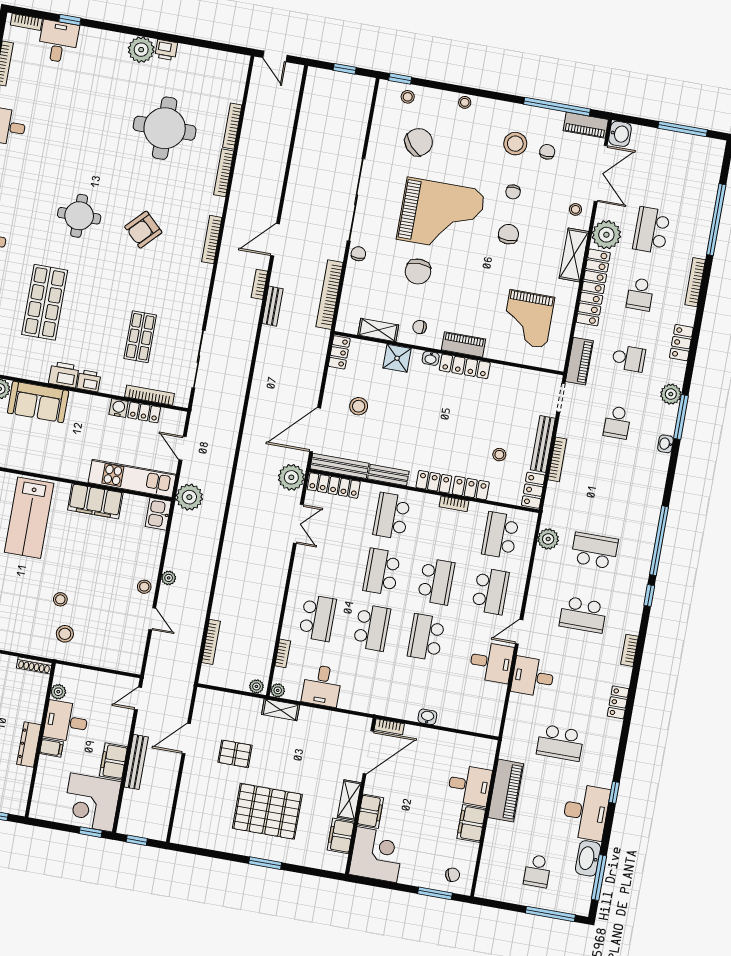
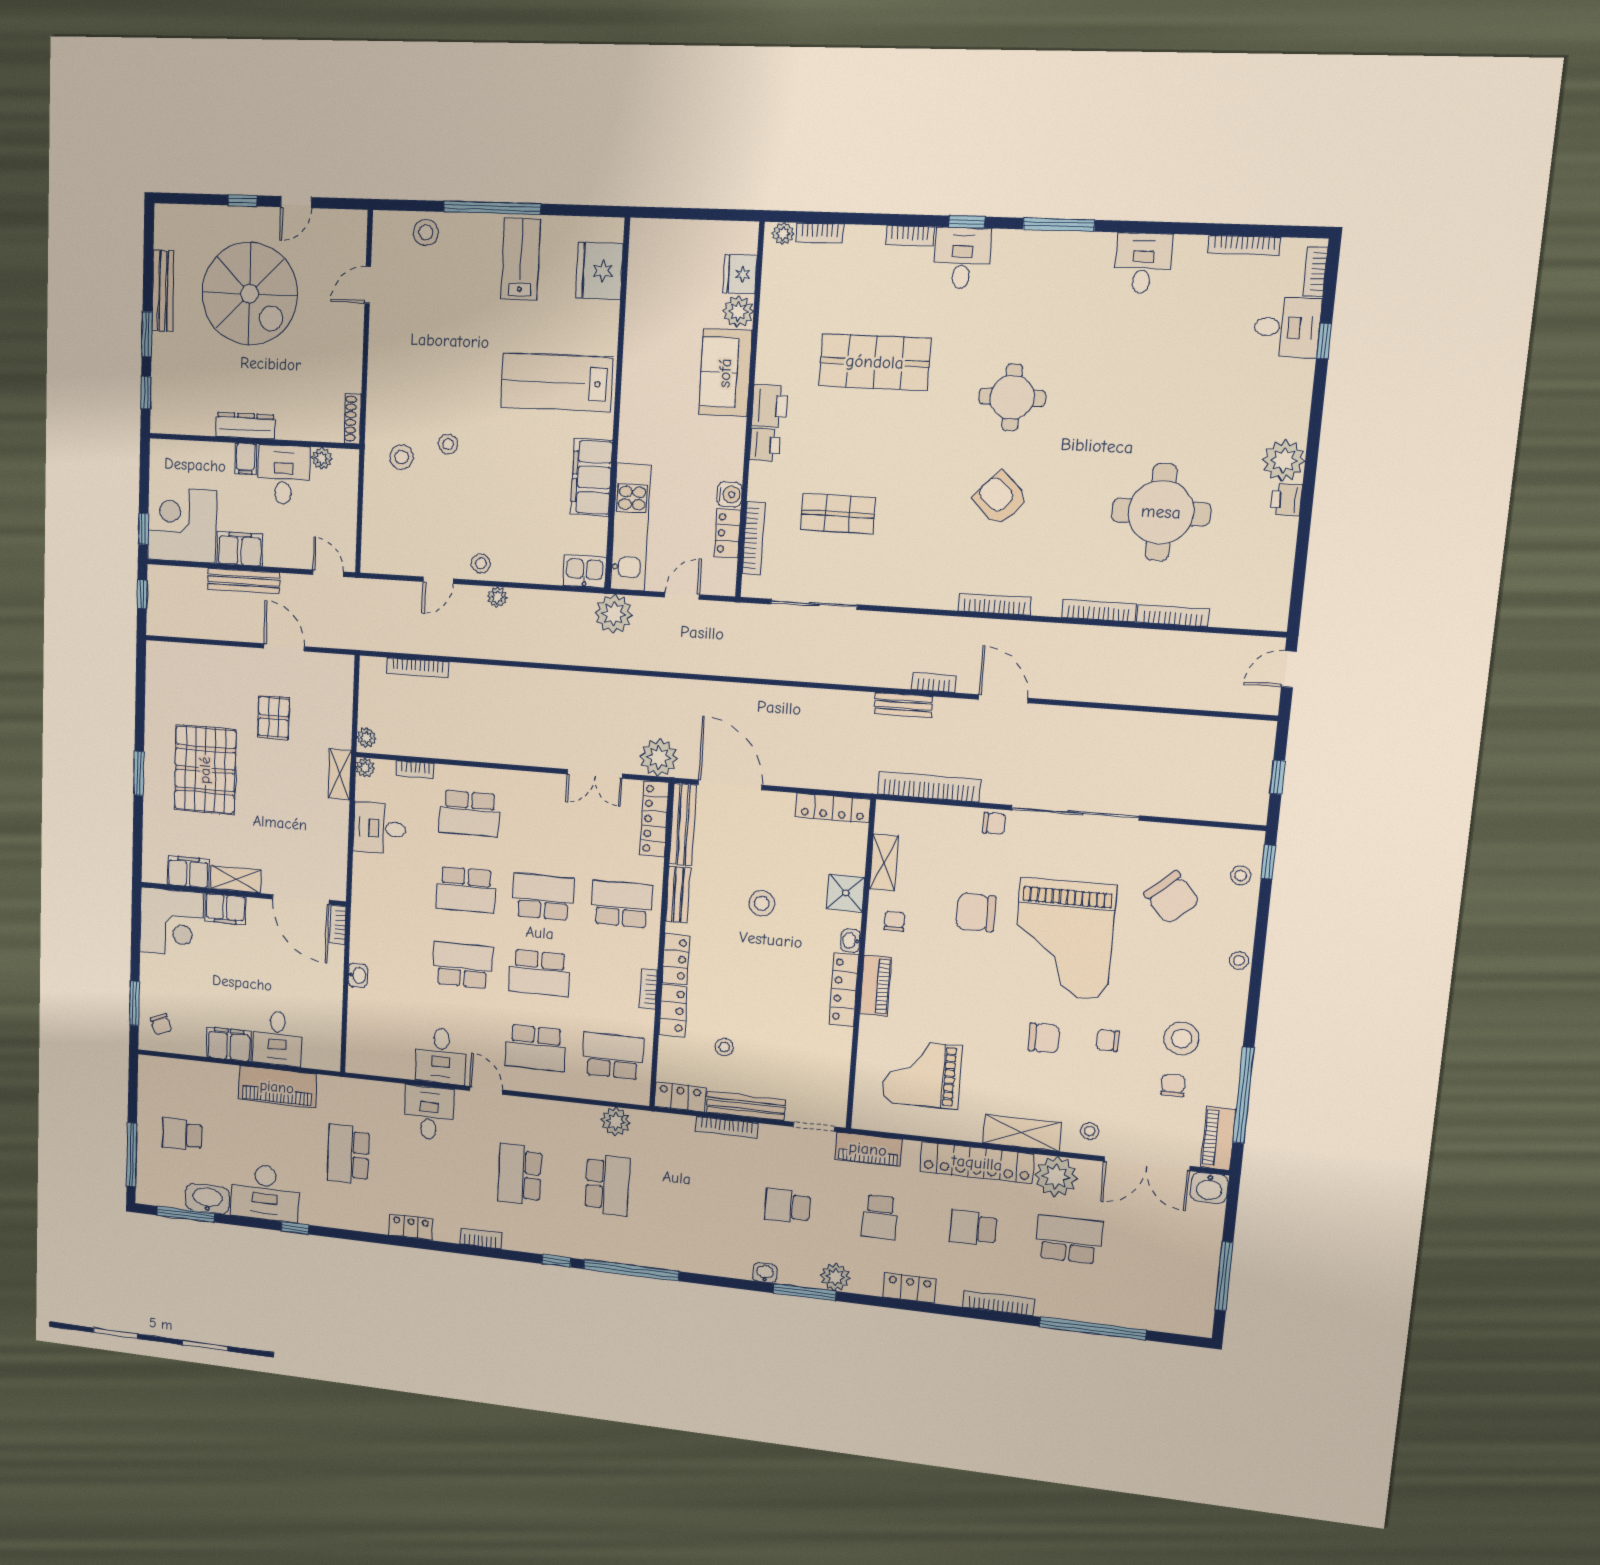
chair: (547, 152) -> (1173, 1085), turned -90
locker: (339, 352) -> (833, 808), width x1.53
stool: (359, 406) -> (762, 903), moved

